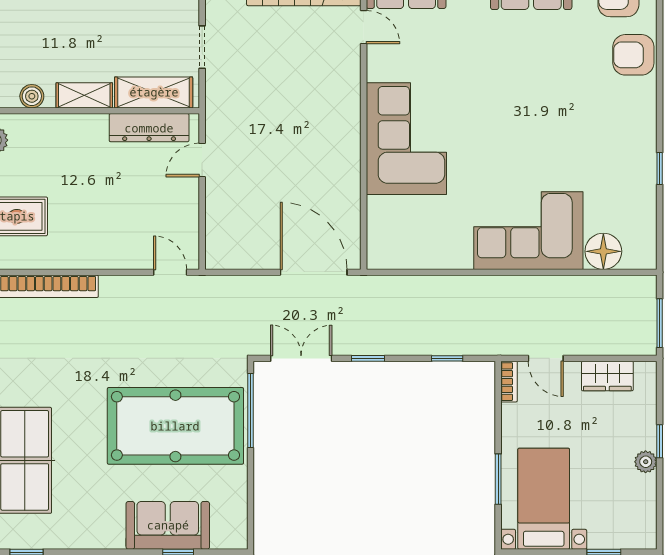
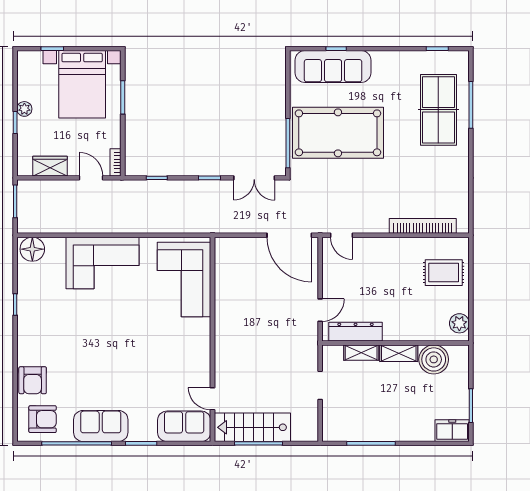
armchair: (633, 55) -> (33, 380), turned 90
shelving: (154, 92) -> (361, 353), width x0.67, depth x0.75
boiler: (32, 96) -> (434, 359), width x1.86, depth x1.86
corner sofa: (406, 139) -> (184, 280), moved
floor lamp: (603, 251) -> (32, 249), moved
door: (314, 272) -> (289, 235), moved
bed with nightstands: (544, 499) -> (82, 84), width x1.36
sofa: (168, 525) -> (333, 67), width x1.36

